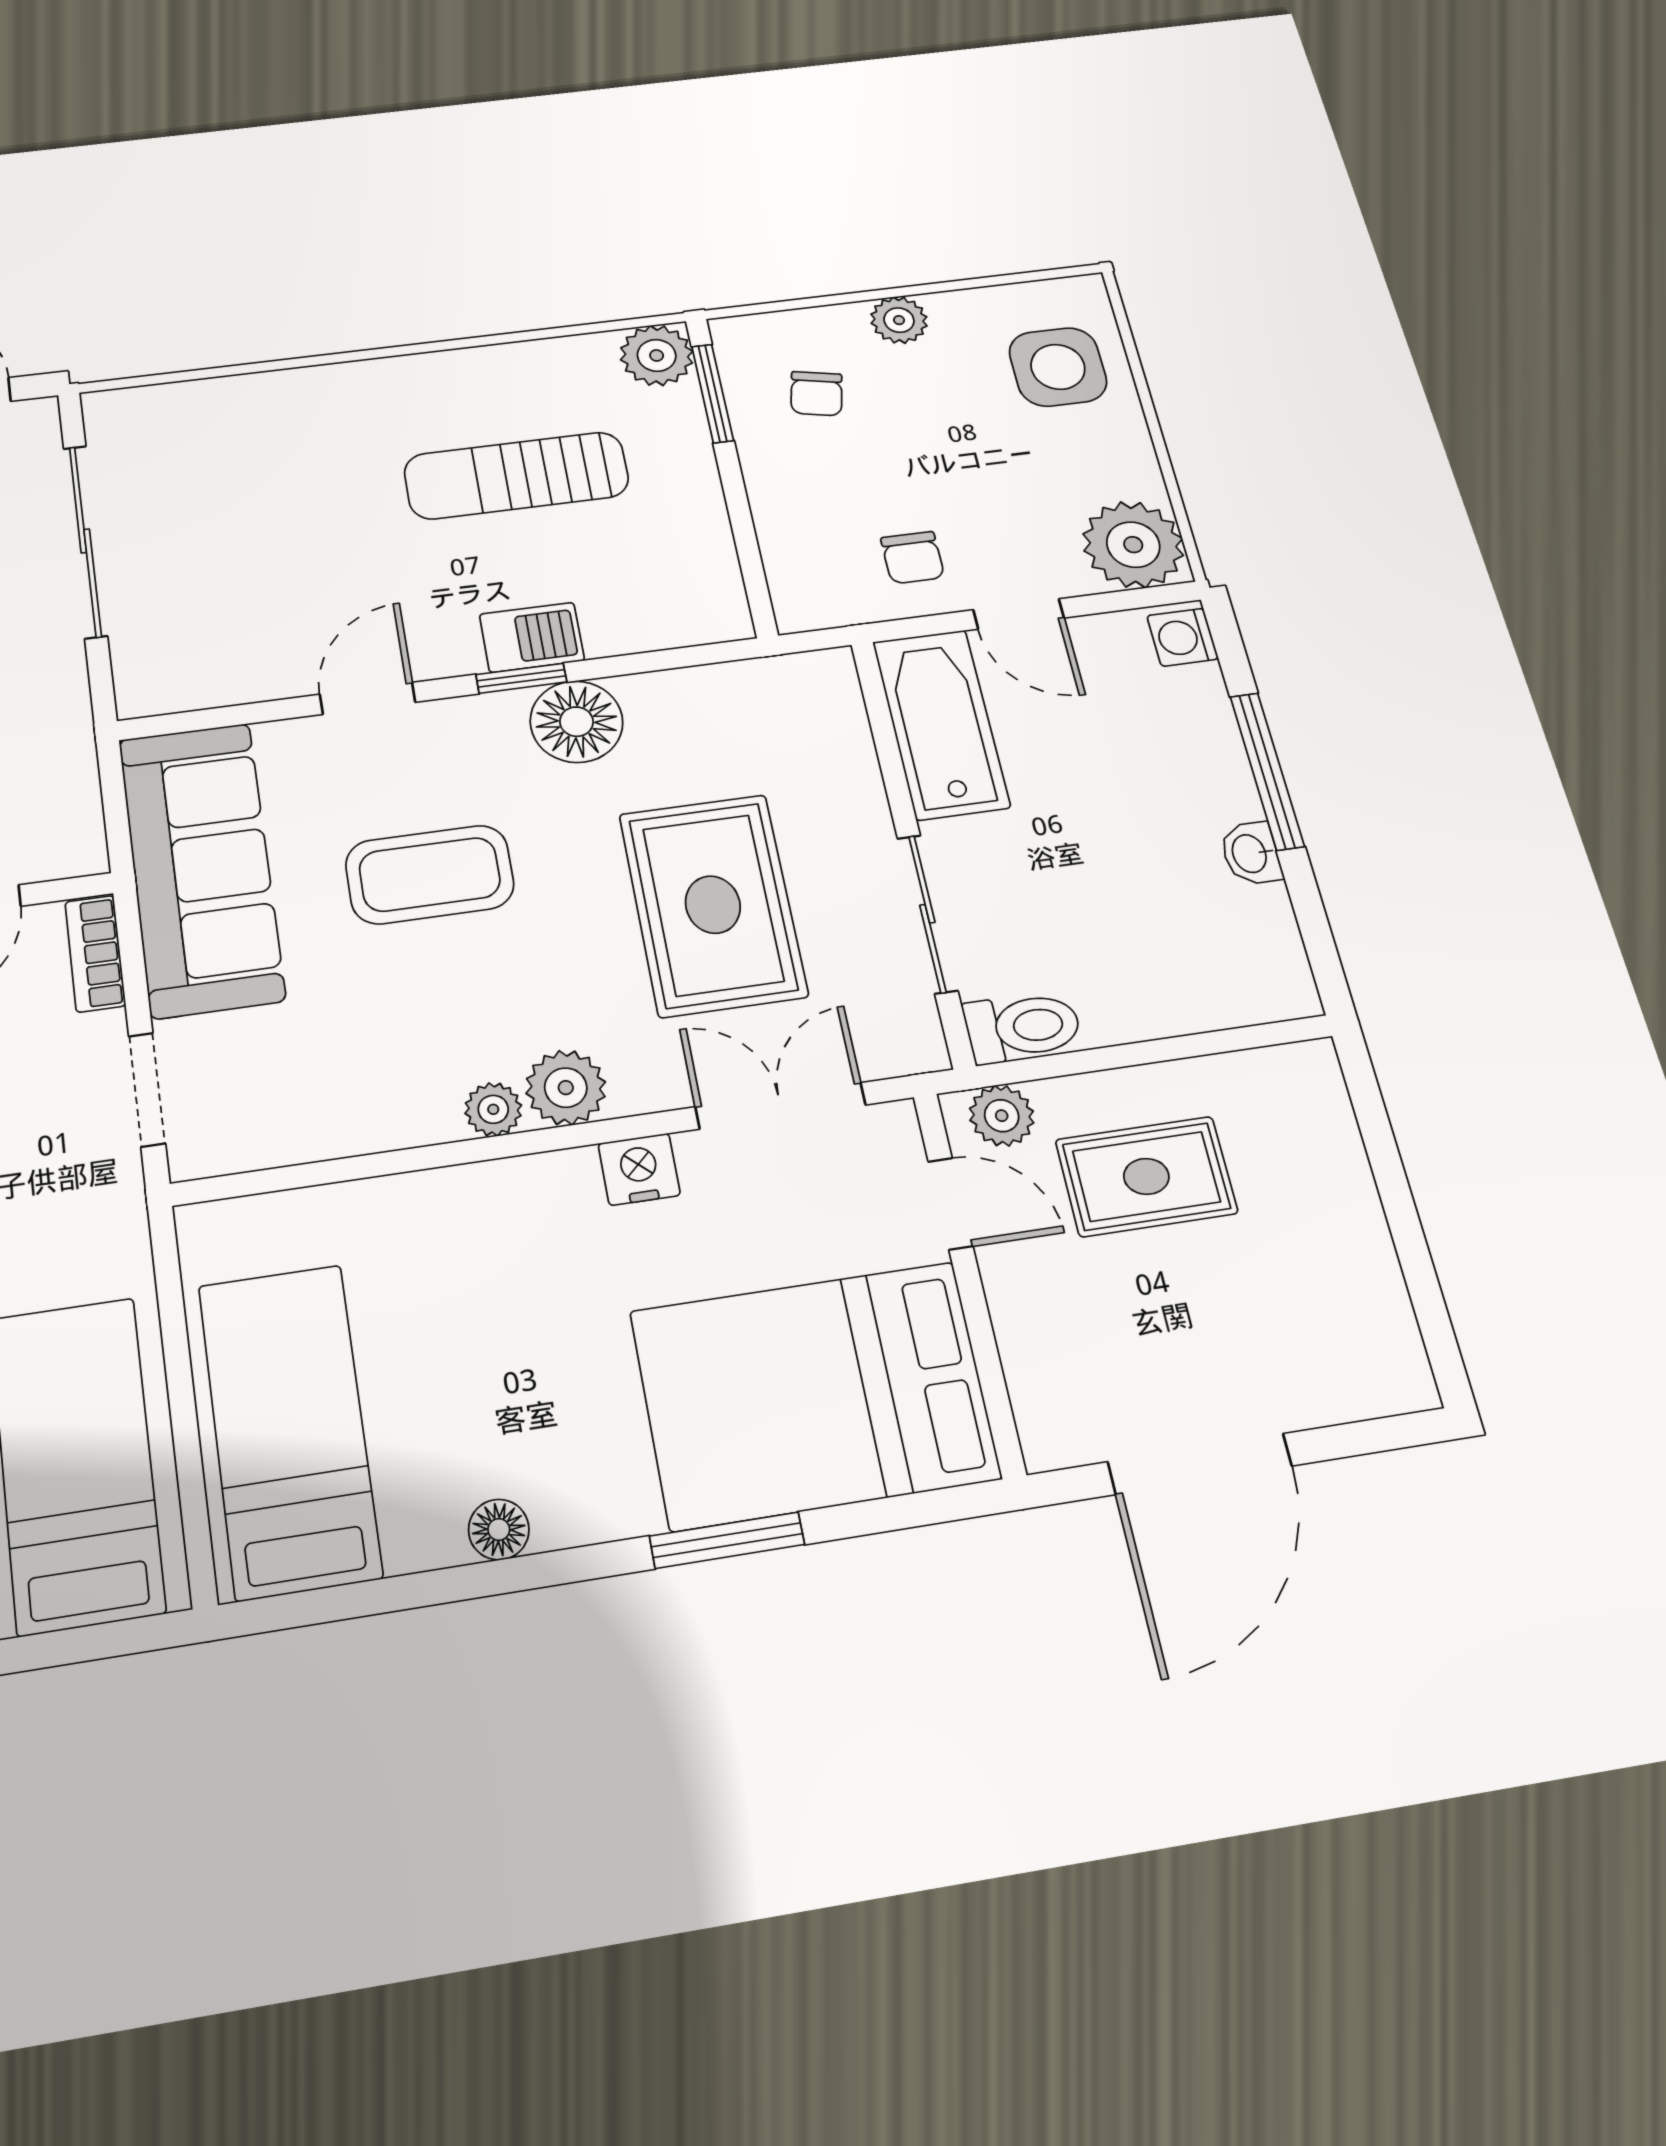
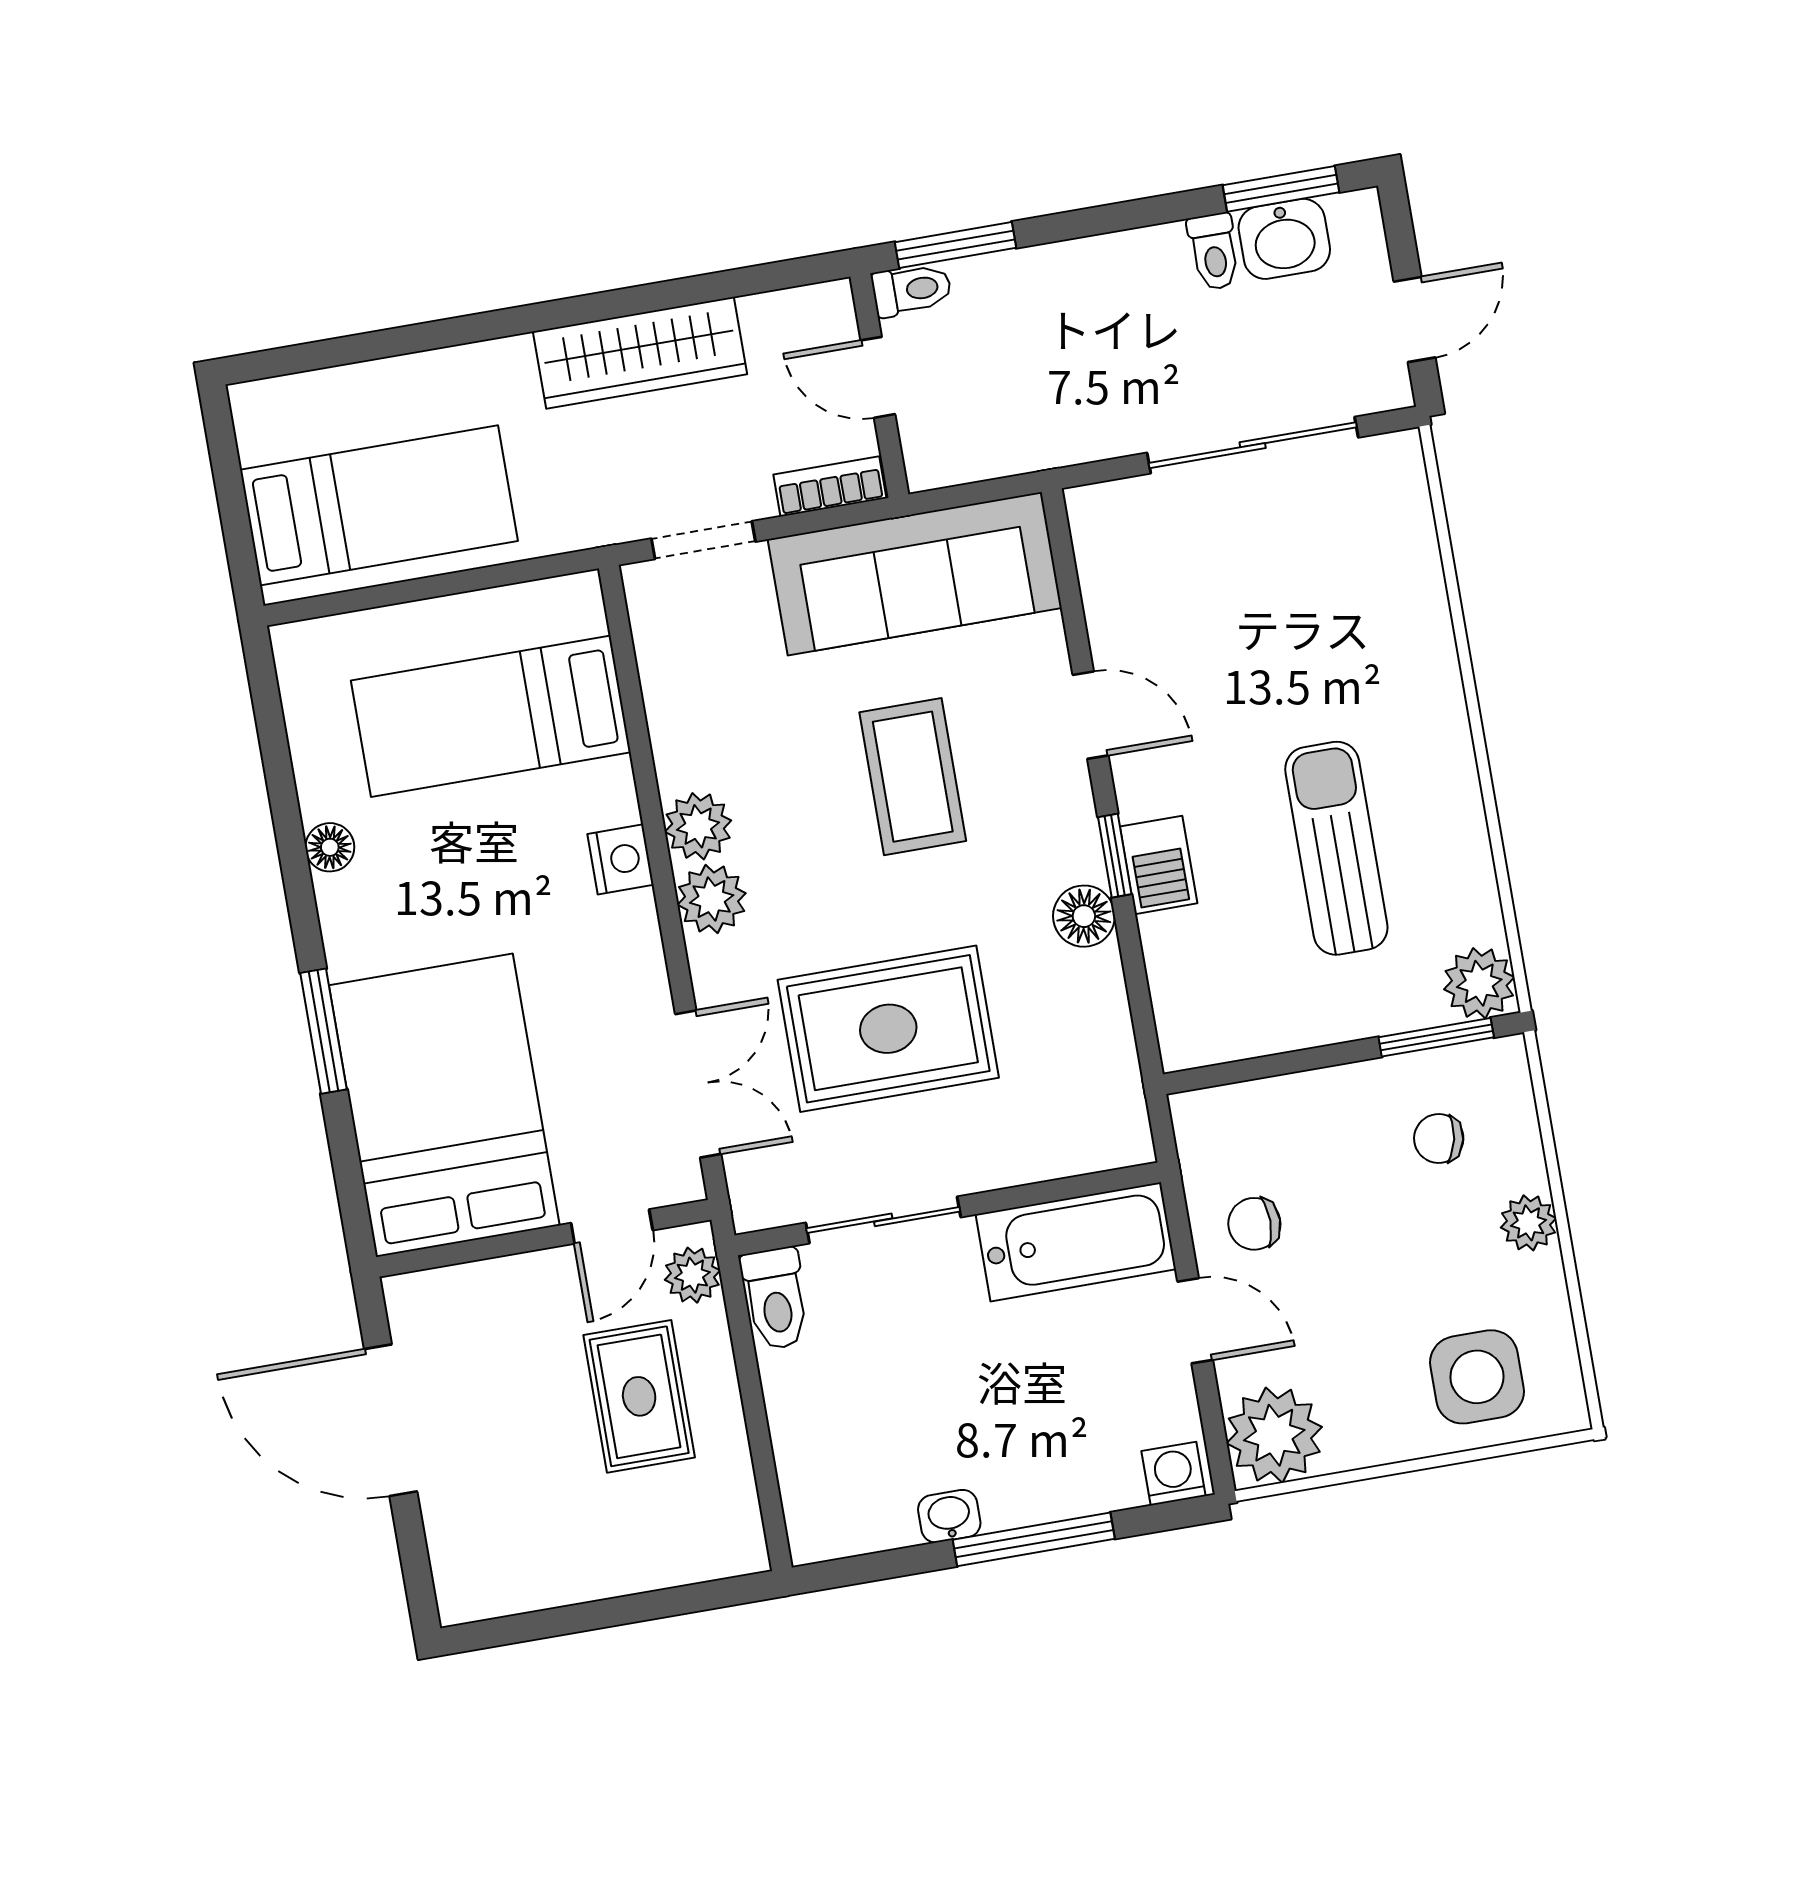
door: (1019, 614) -> (1195, 1321), swing flipped
floor lamp: (576, 722) -> (1084, 916), width x0.73, depth x0.73
plant: (493, 1109) -> (698, 826), width x1.38, depth x1.38
nightstand: (639, 1169) -> (620, 859), moved
bed: (289, 1430) -> (491, 716), moved, turned 180

